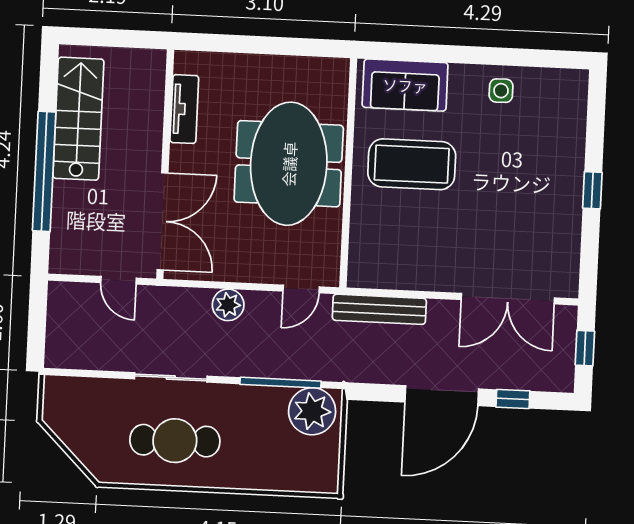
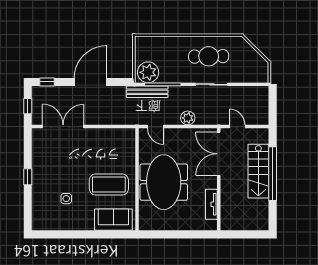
side table: (501, 91) -> (66, 199), moved
stairs: (78, 119) -> (258, 171), moved
door: (301, 289) -> (156, 127), swing flipped
bench: (379, 309) -> (147, 92), moved
window: (513, 399) -> (47, 82), moved

